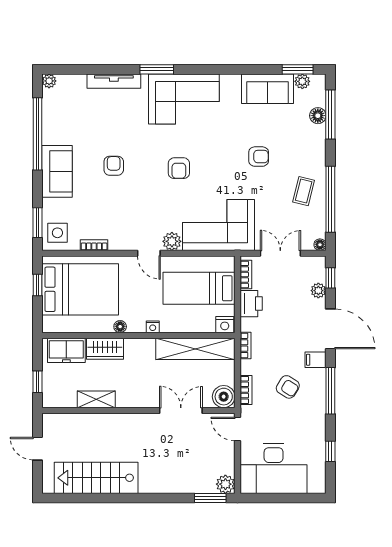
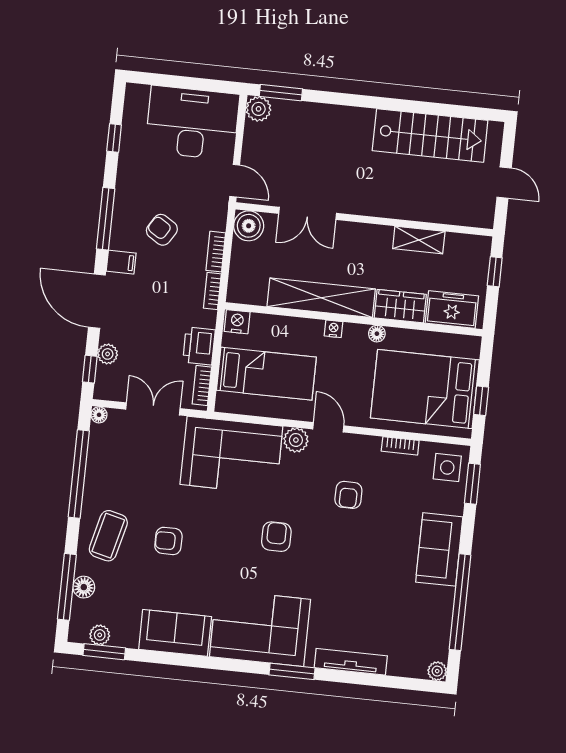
sofa: (267, 89) -> (175, 633), moved
armchair: (114, 166) -> (348, 495), moved
coffee table: (304, 191) -> (108, 536), moved, width x1.36, depth x1.30
double door: (280, 253) -> (153, 409), swing flipped
shelving: (195, 349) -> (321, 298), moved
bookcase: (246, 390) -> (216, 252), moved

